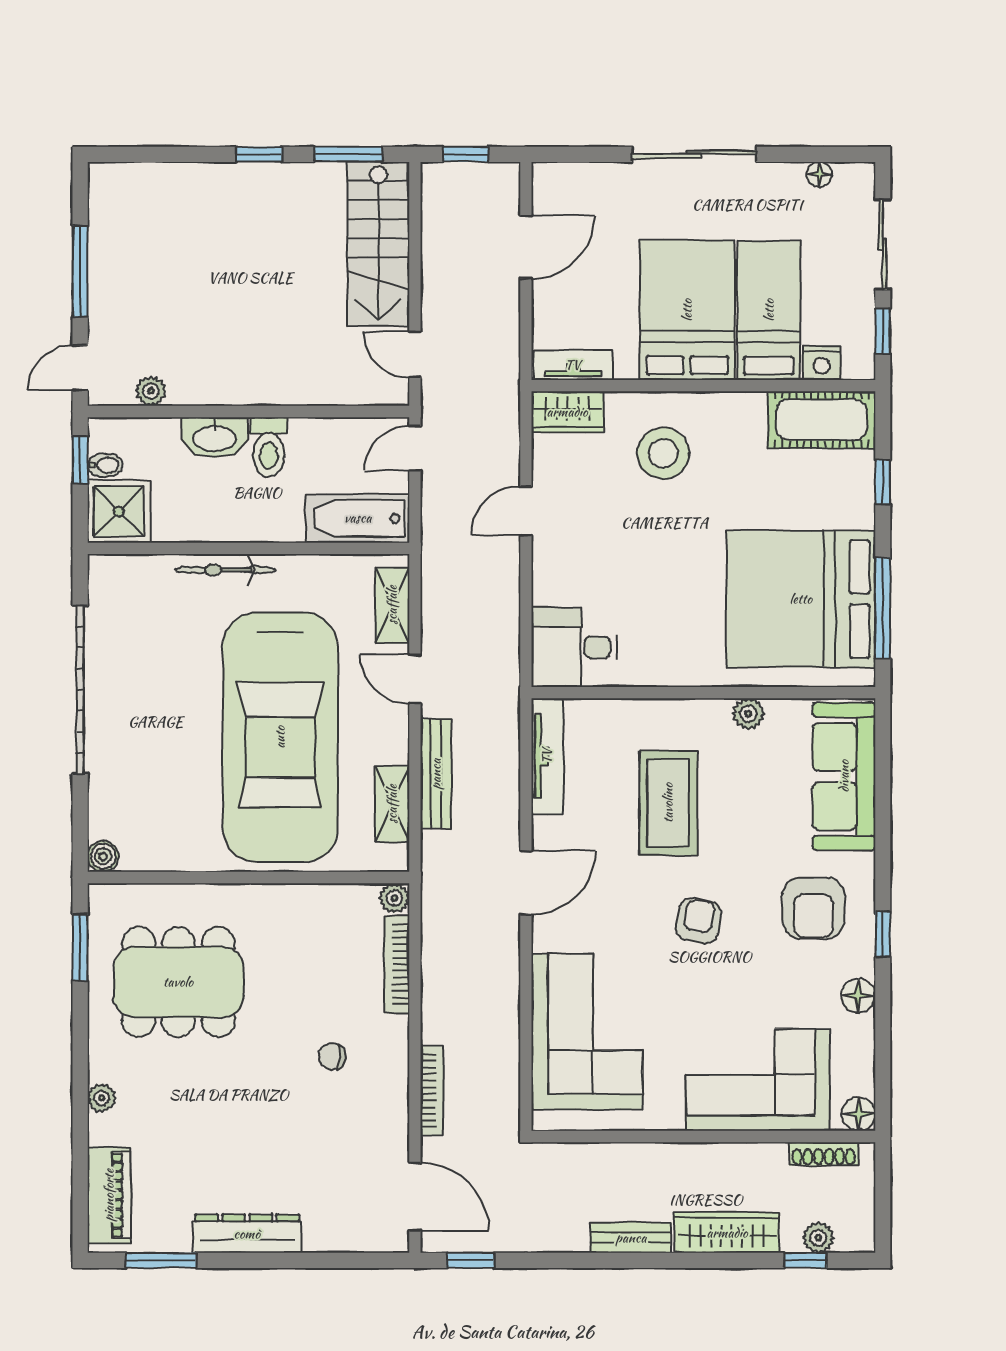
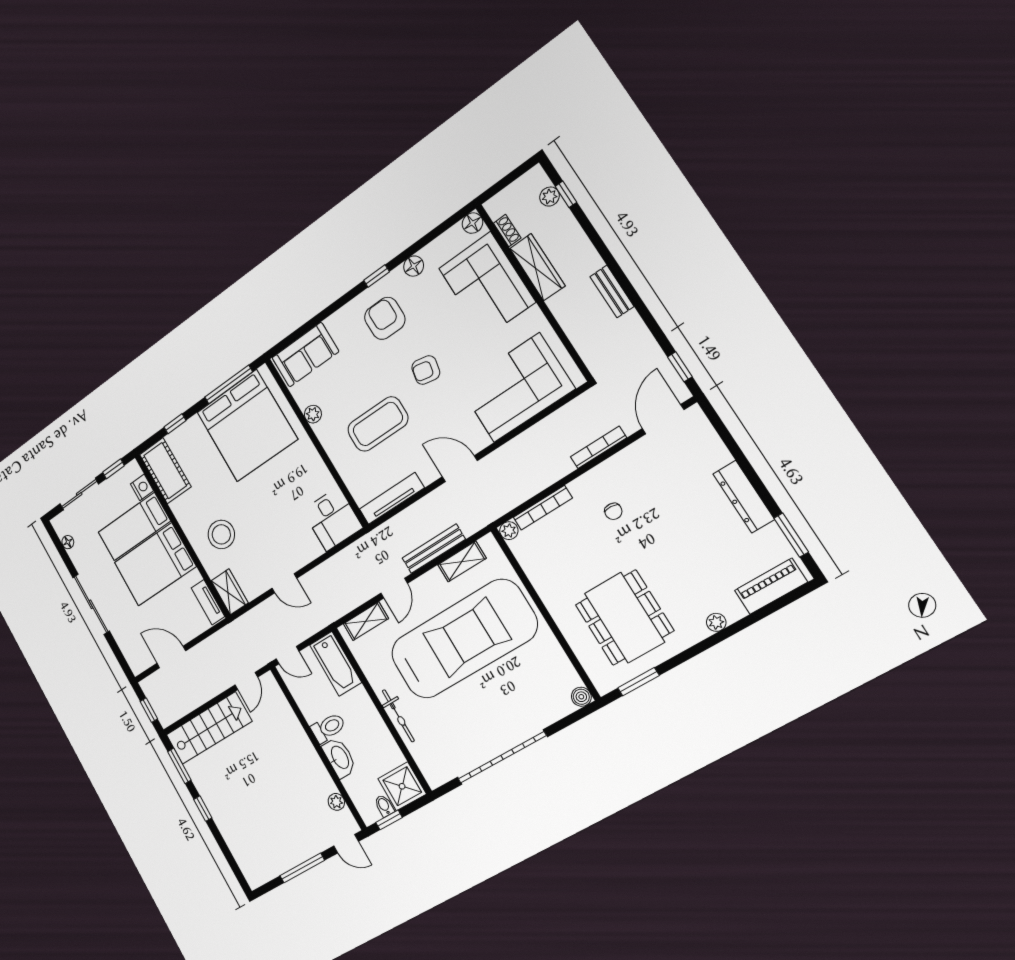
sofa: (844, 776) -> (305, 355), width x0.73
armchair: (813, 908) -> (385, 318), turned -90
shoe rack: (824, 1154) -> (507, 231), width x0.70
wardrobe: (727, 1233) -> (537, 267), moved, turned 180

